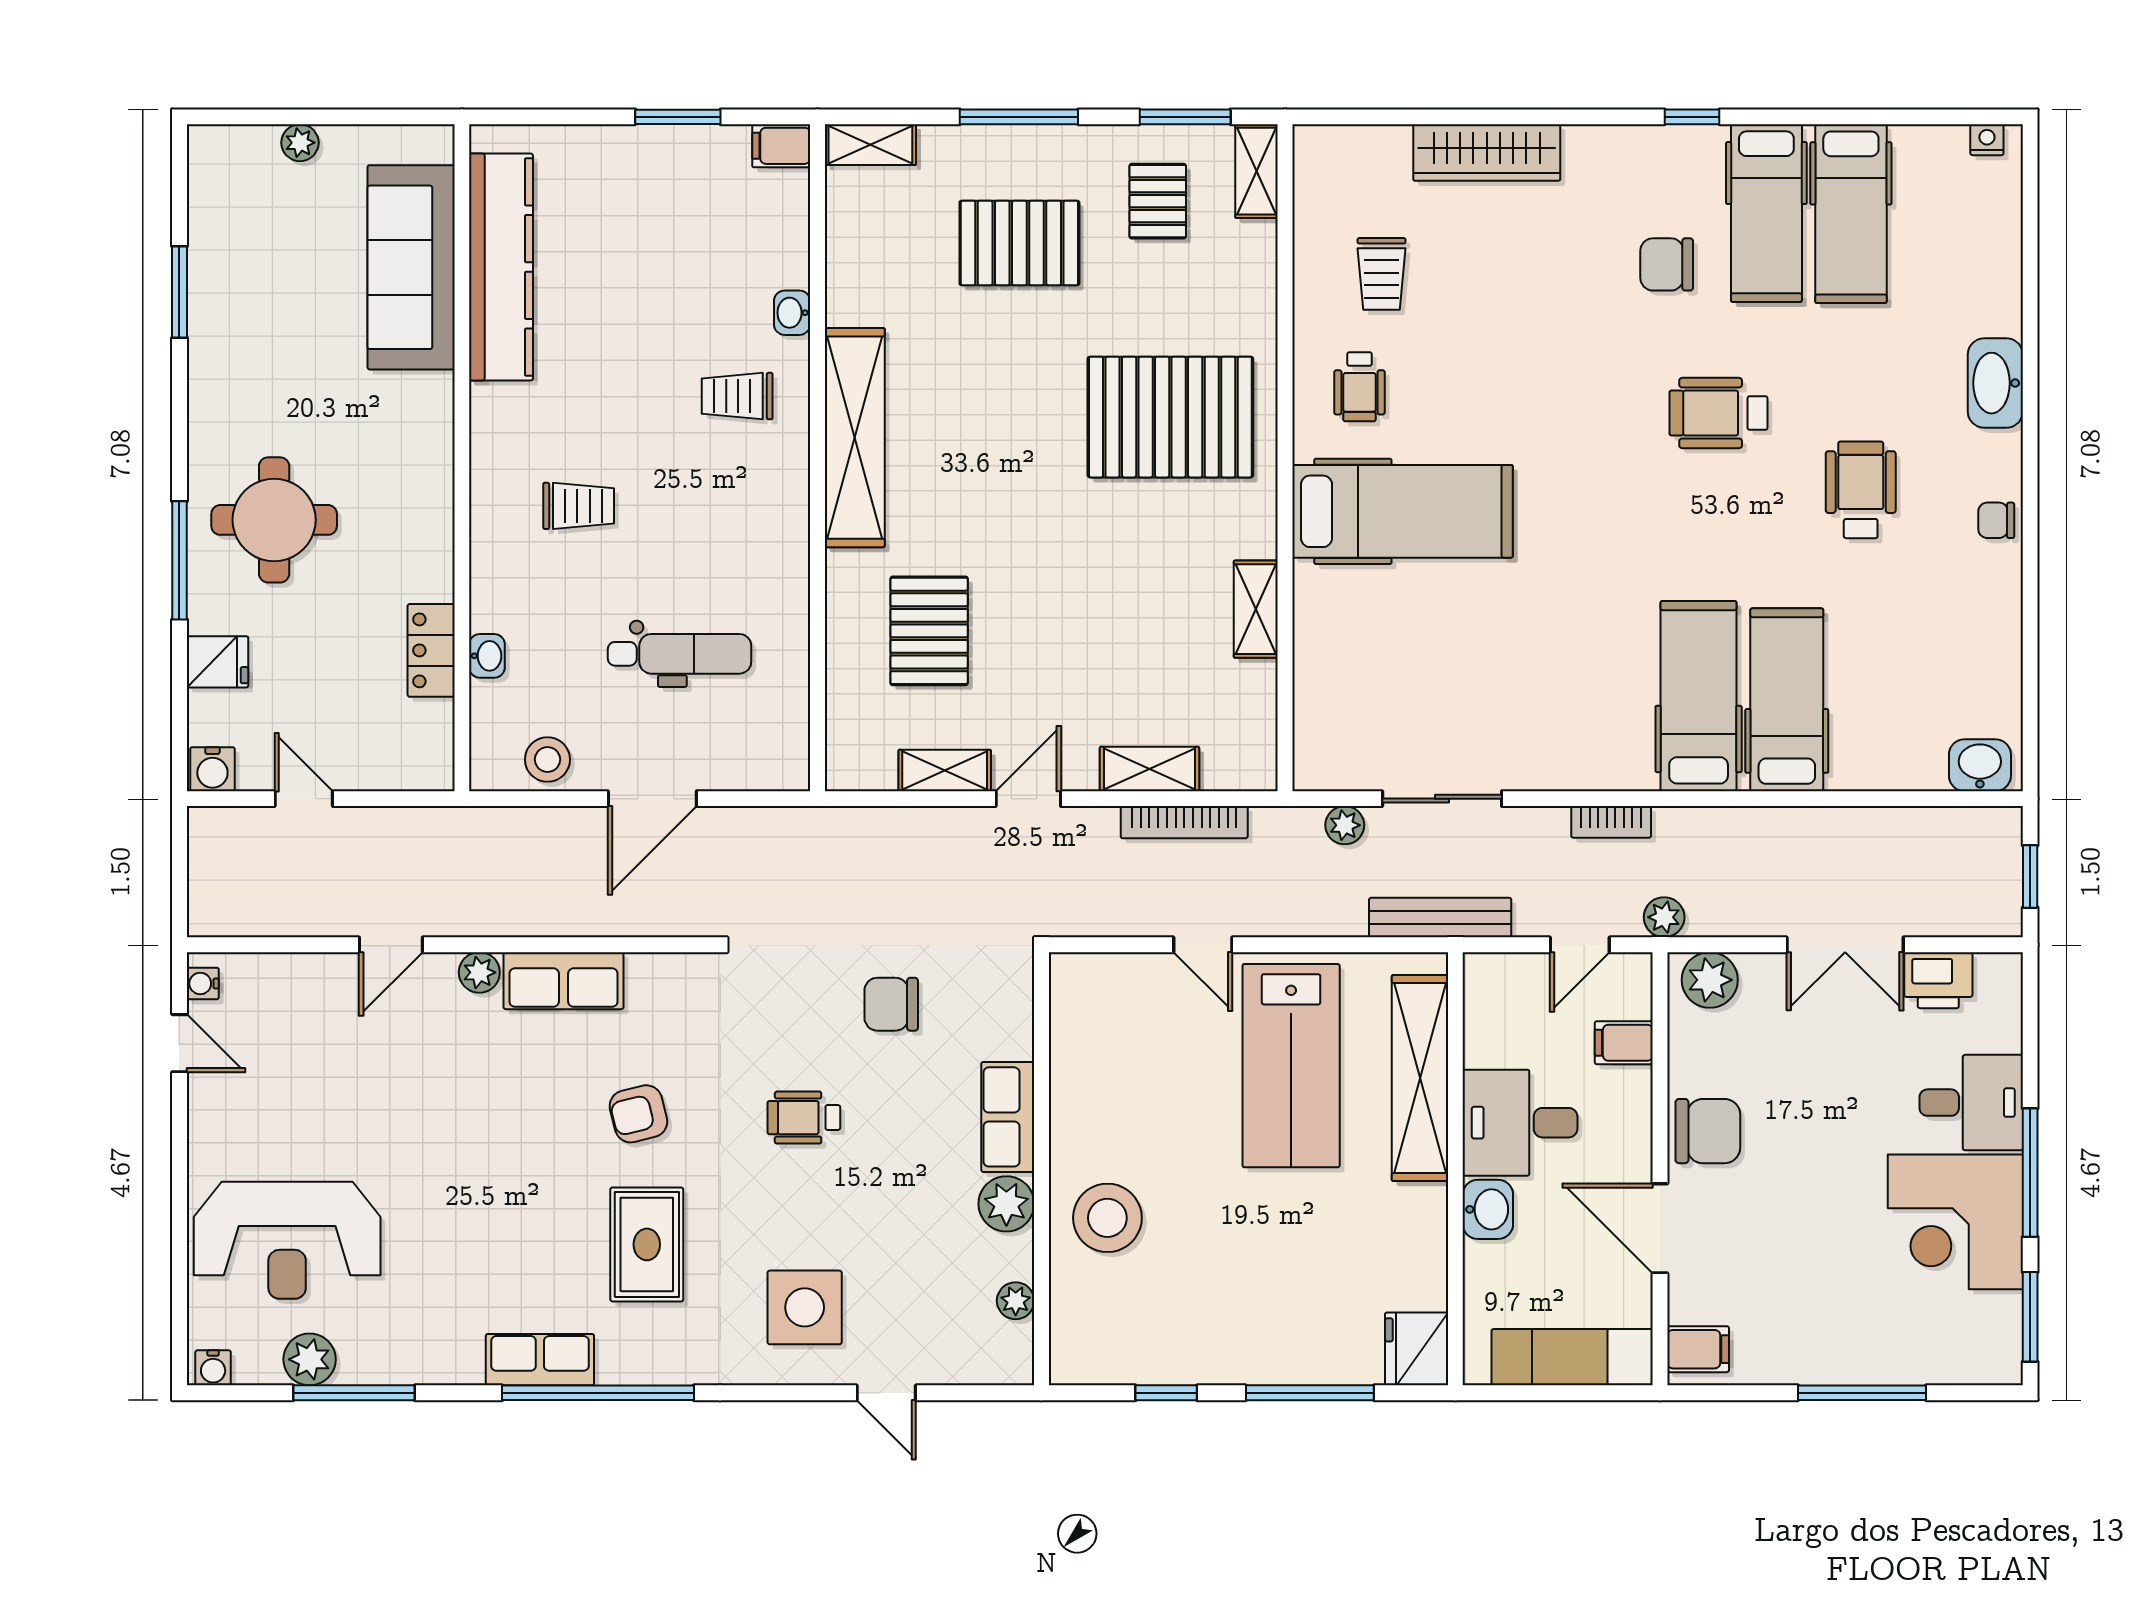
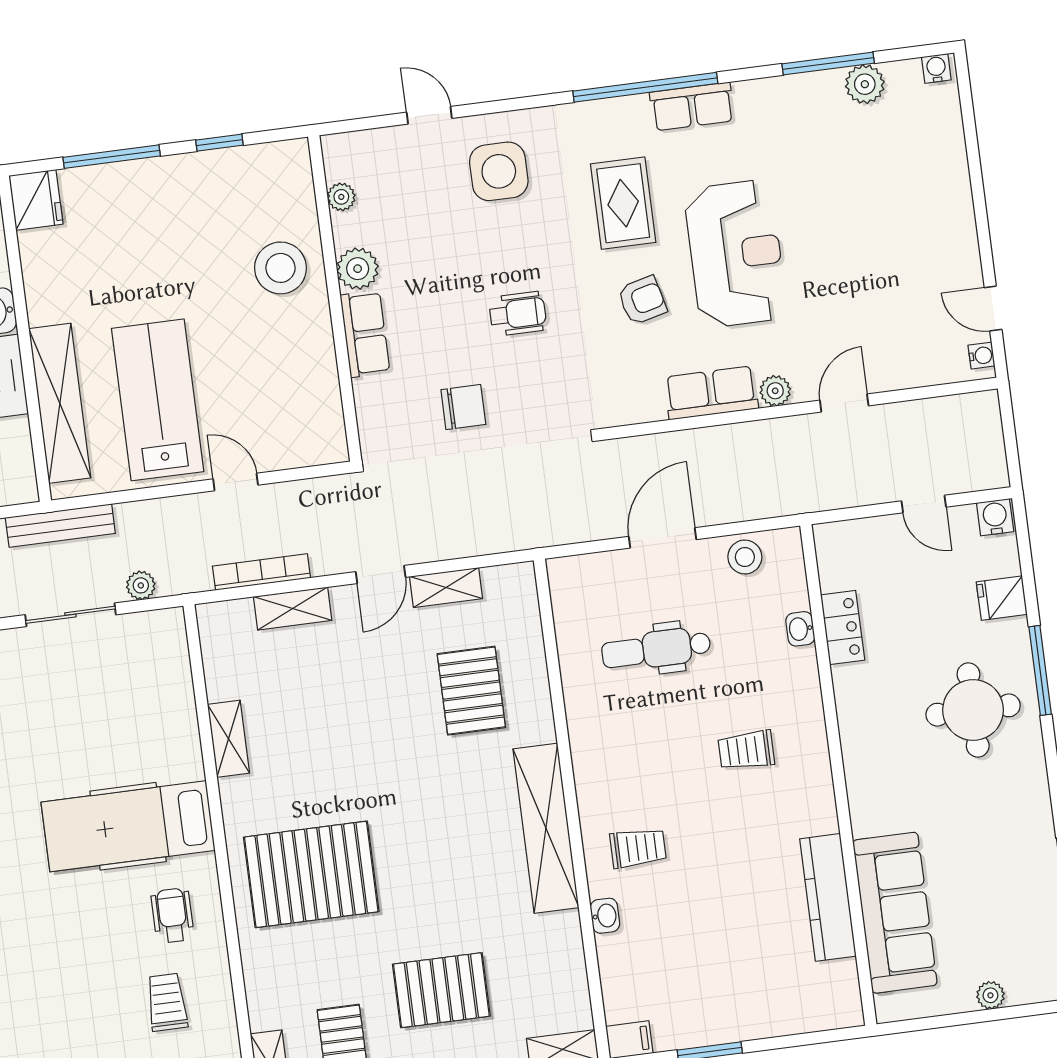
kitchen counter: (501, 267) -> (828, 897), width x0.72, depth x0.86
reception desk: (287, 1240) -> (736, 254), moved, turned 90

